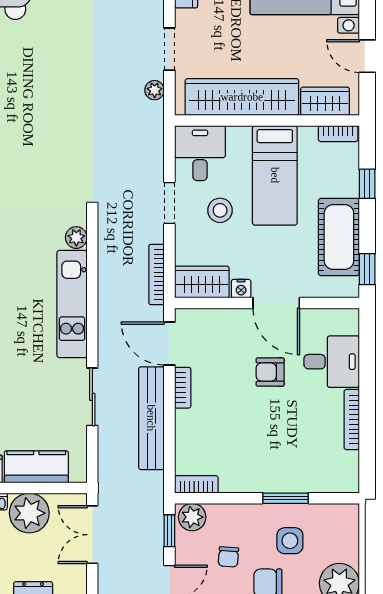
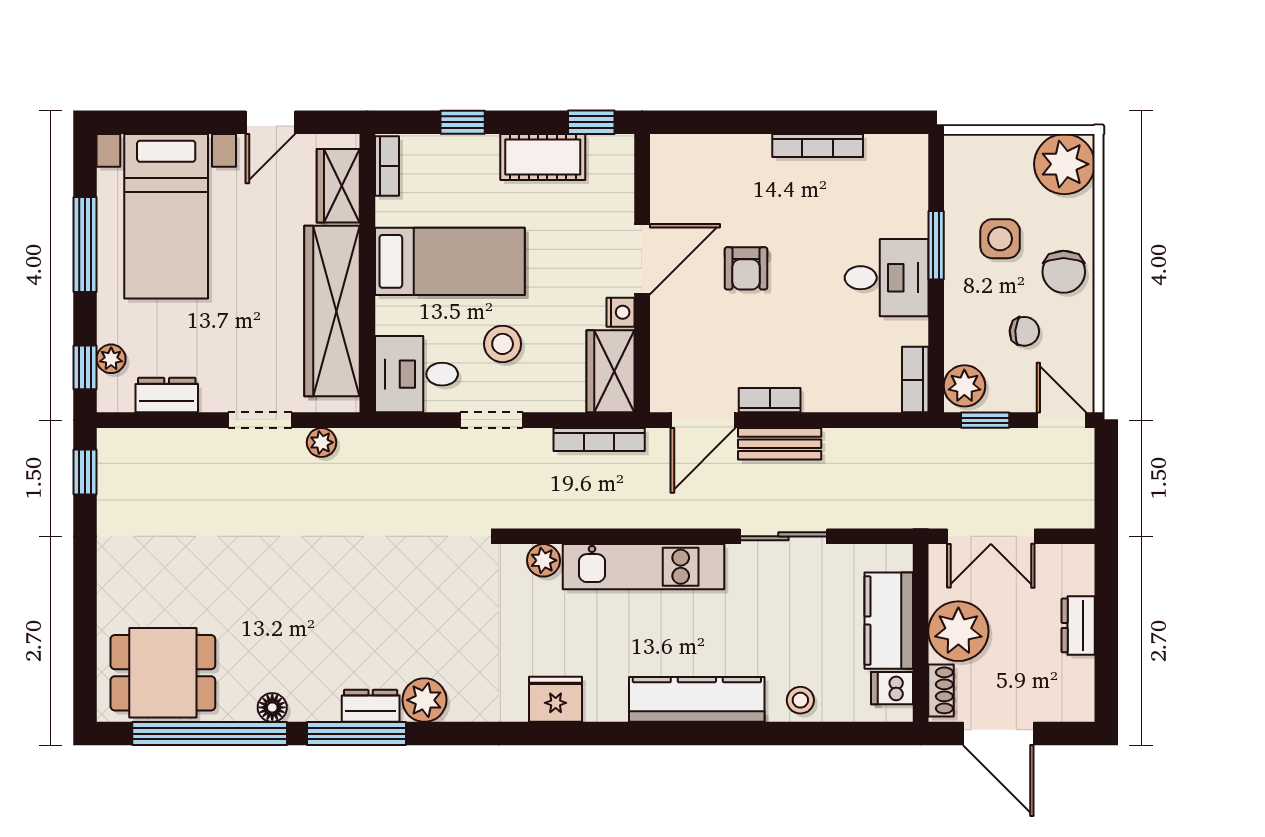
cot: (339, 237) -> (543, 157), width x0.73, depth x0.75
desk: (332, 362) -> (887, 278), moved, turned 90
bench: (151, 418) -> (780, 444), width x0.54, depth x0.82

